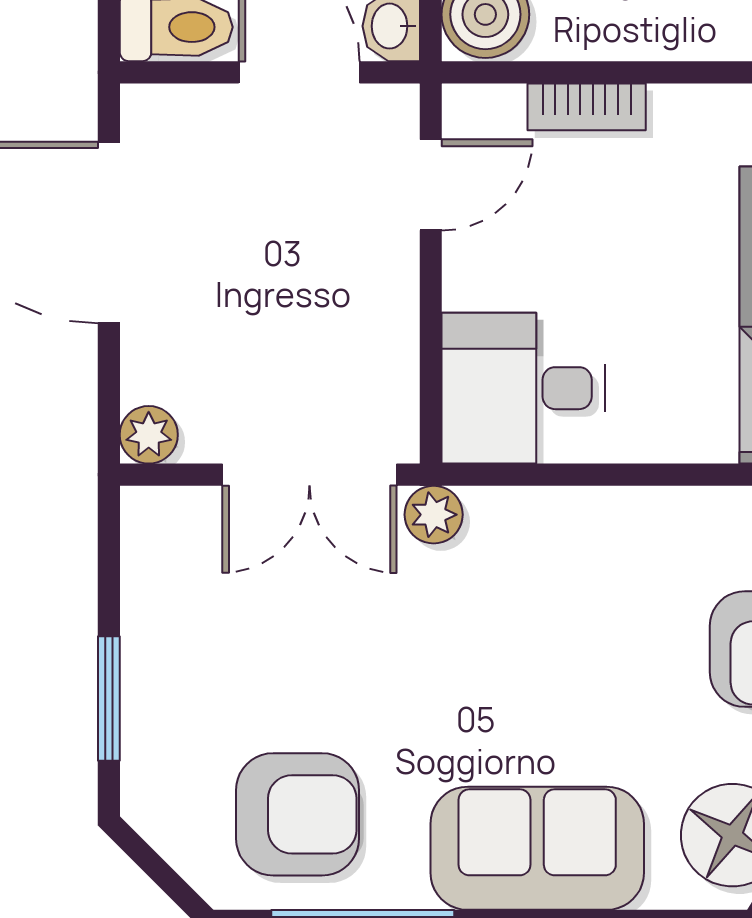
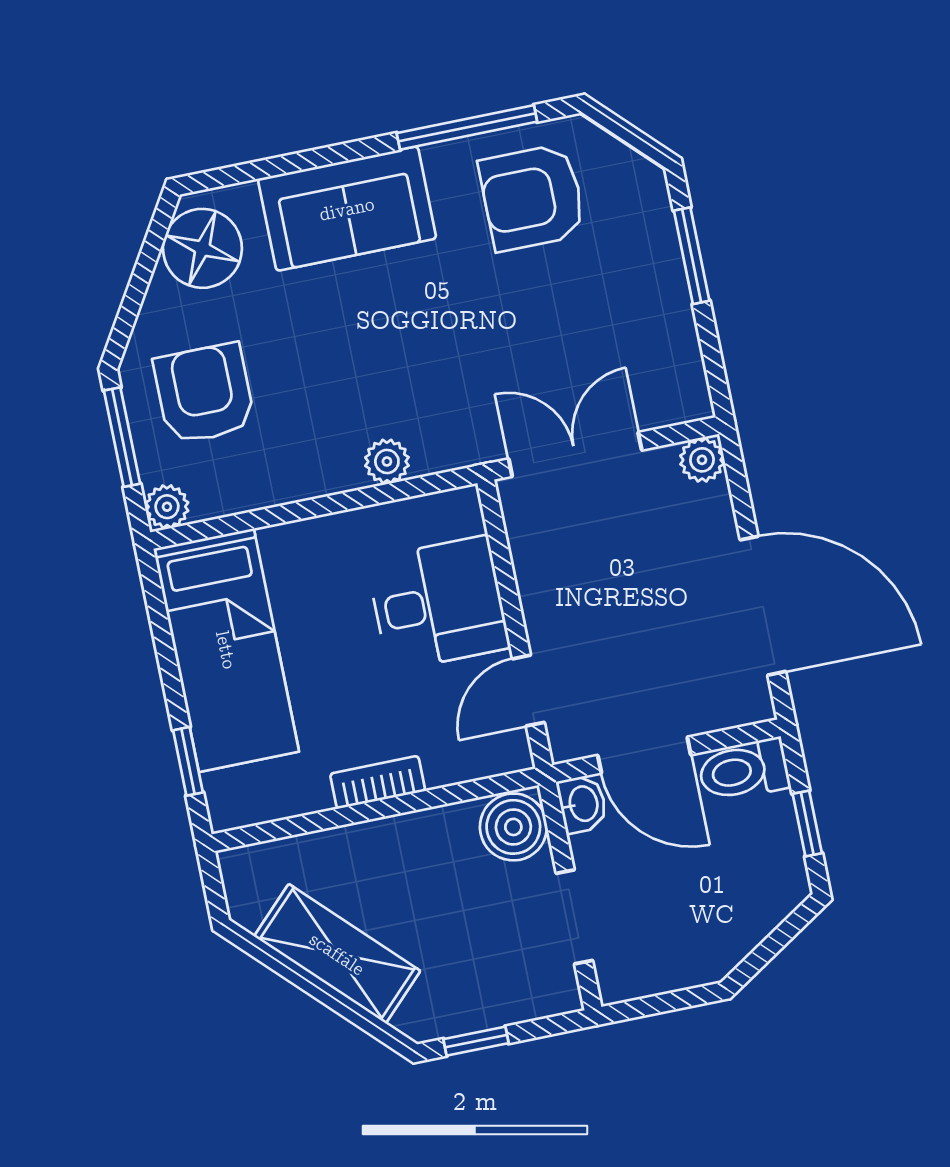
bookcase: (587, 107) -> (378, 782), moved
desk: (523, 388) -> (438, 604), moved
plant: (434, 515) -> (387, 461), moved

